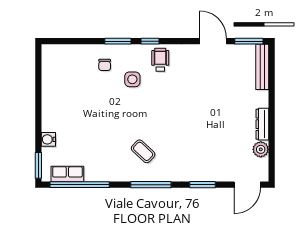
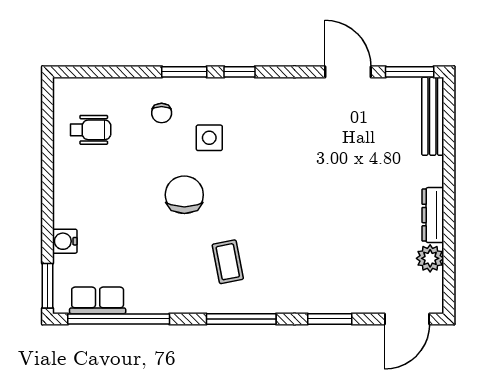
wheelchair: (160, 60) -> (90, 130), moved, turned 90
chair: (118, 112) -> (184, 195), added
coffee table: (143, 151) -> (228, 262), turned 36

